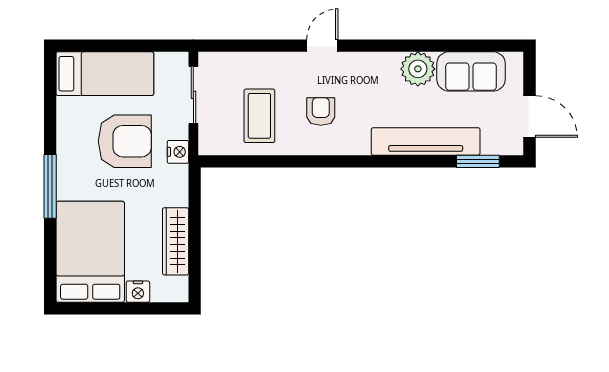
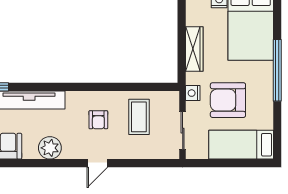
plant: (418, 69) -> (50, 148), moved
window: (50, 186) -> (277, 70), width x1.46
wardrobe: (176, 241) -> (194, 49), moved

